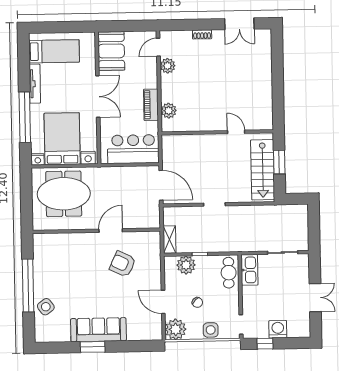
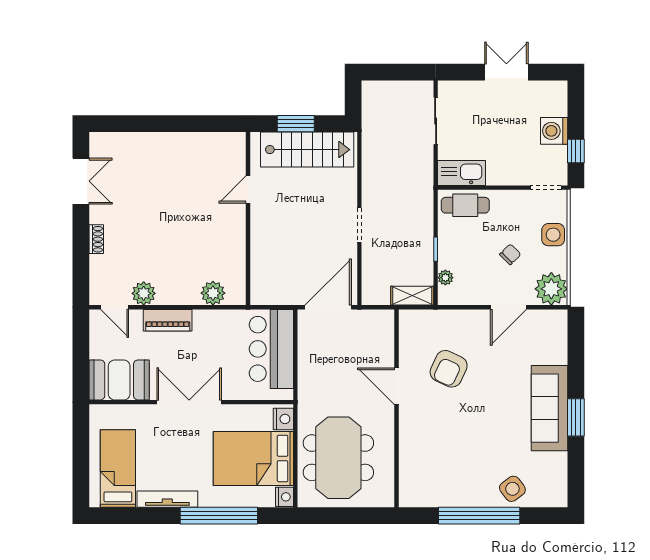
piano: (151, 105) -> (168, 320), moved
plant: (186, 265) -> (445, 278), width x0.53, depth x0.53

